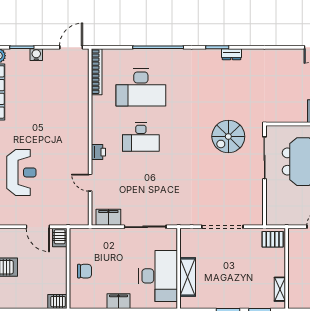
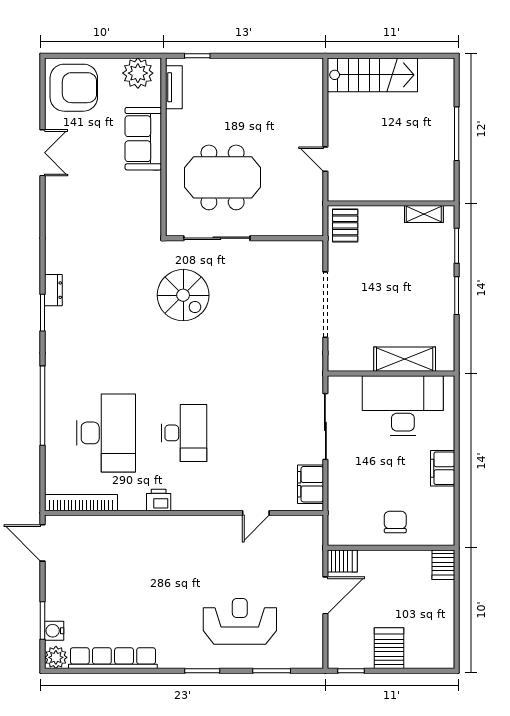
water cooler: (36, 55) -> (54, 631), moved
printer: (98, 152) -> (159, 500), moved

